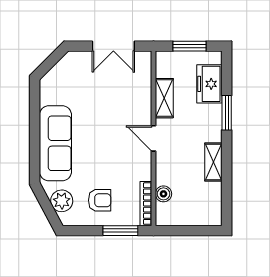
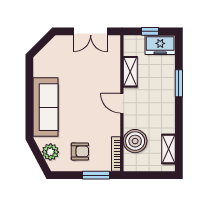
window: (190, 46) -> (150, 31), width x0.67
freezer: (209, 84) -> (160, 45), moved, turned -90
shelving: (213, 162) -> (169, 149), moved
boiler: (163, 194) -> (135, 141), width x1.86, depth x1.86

